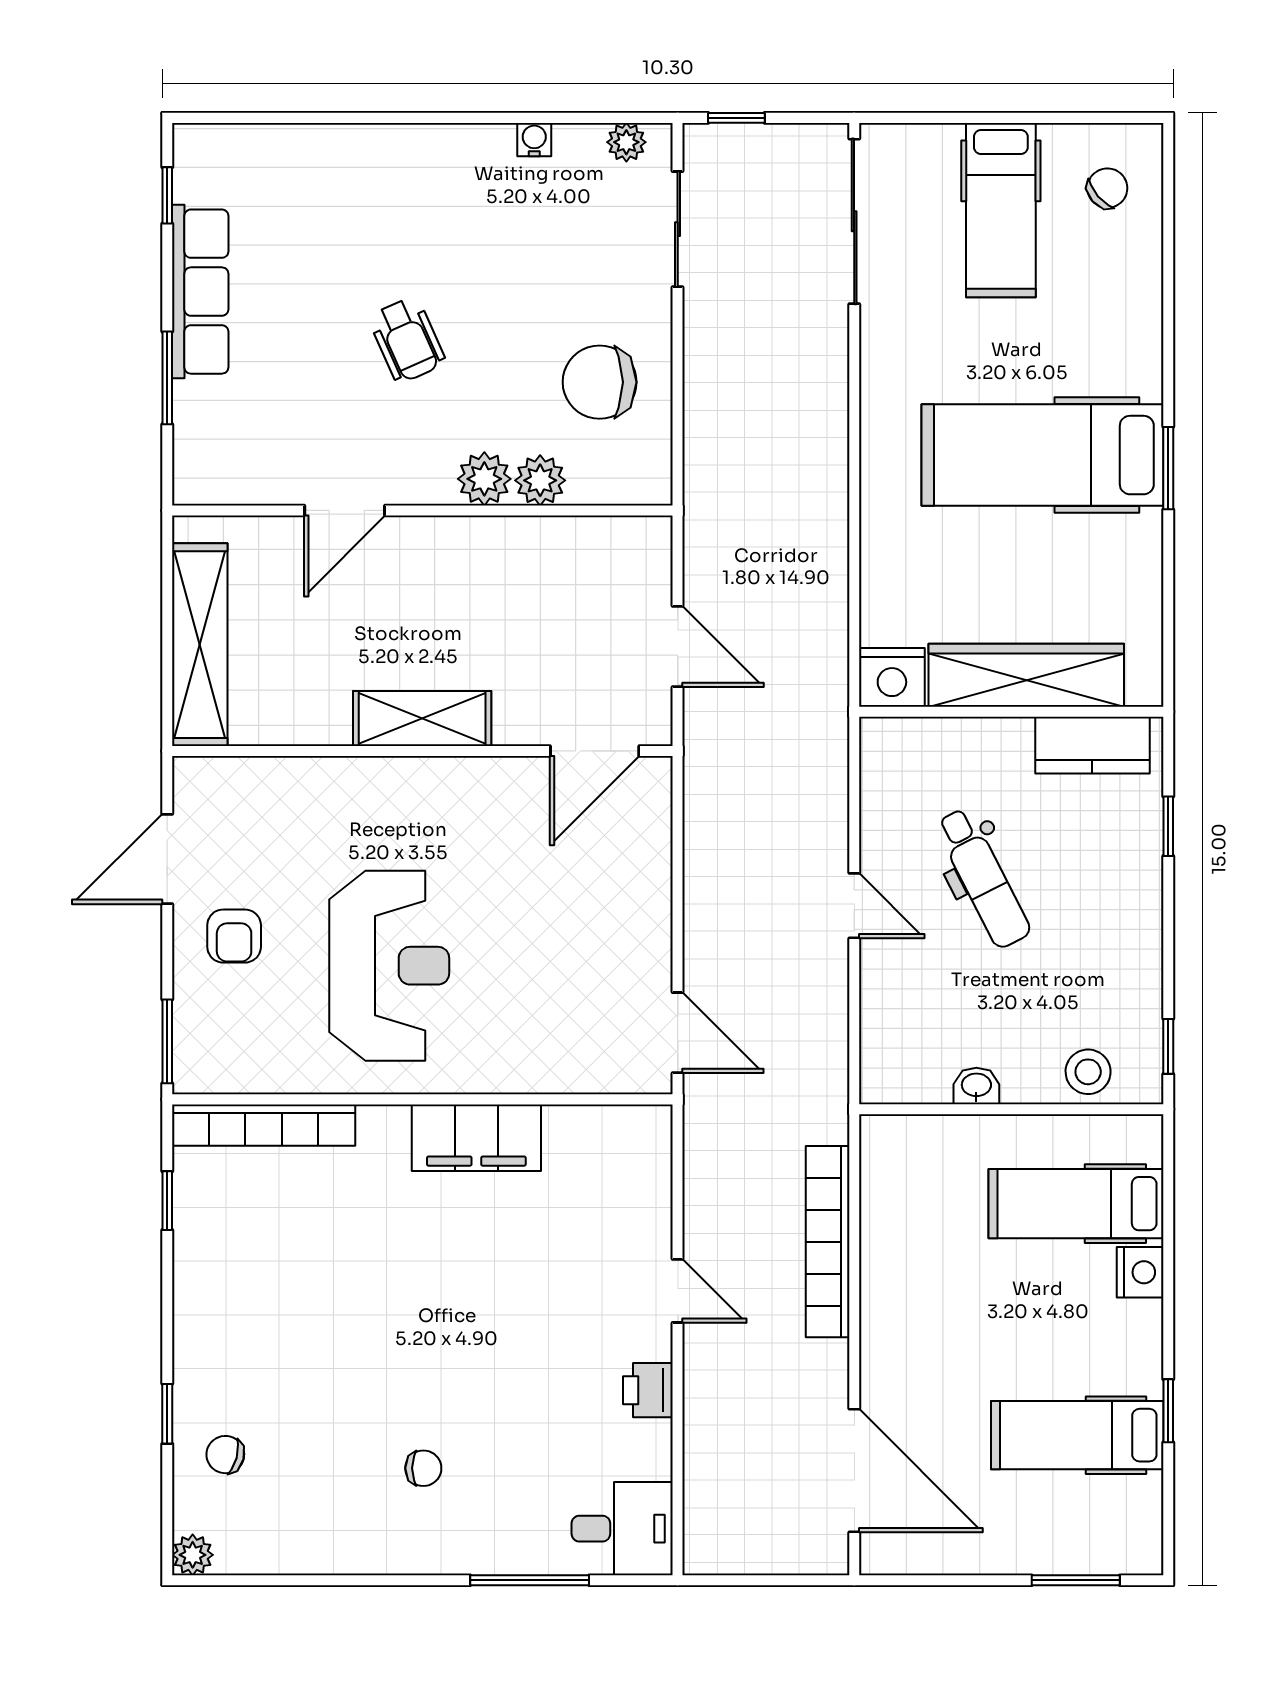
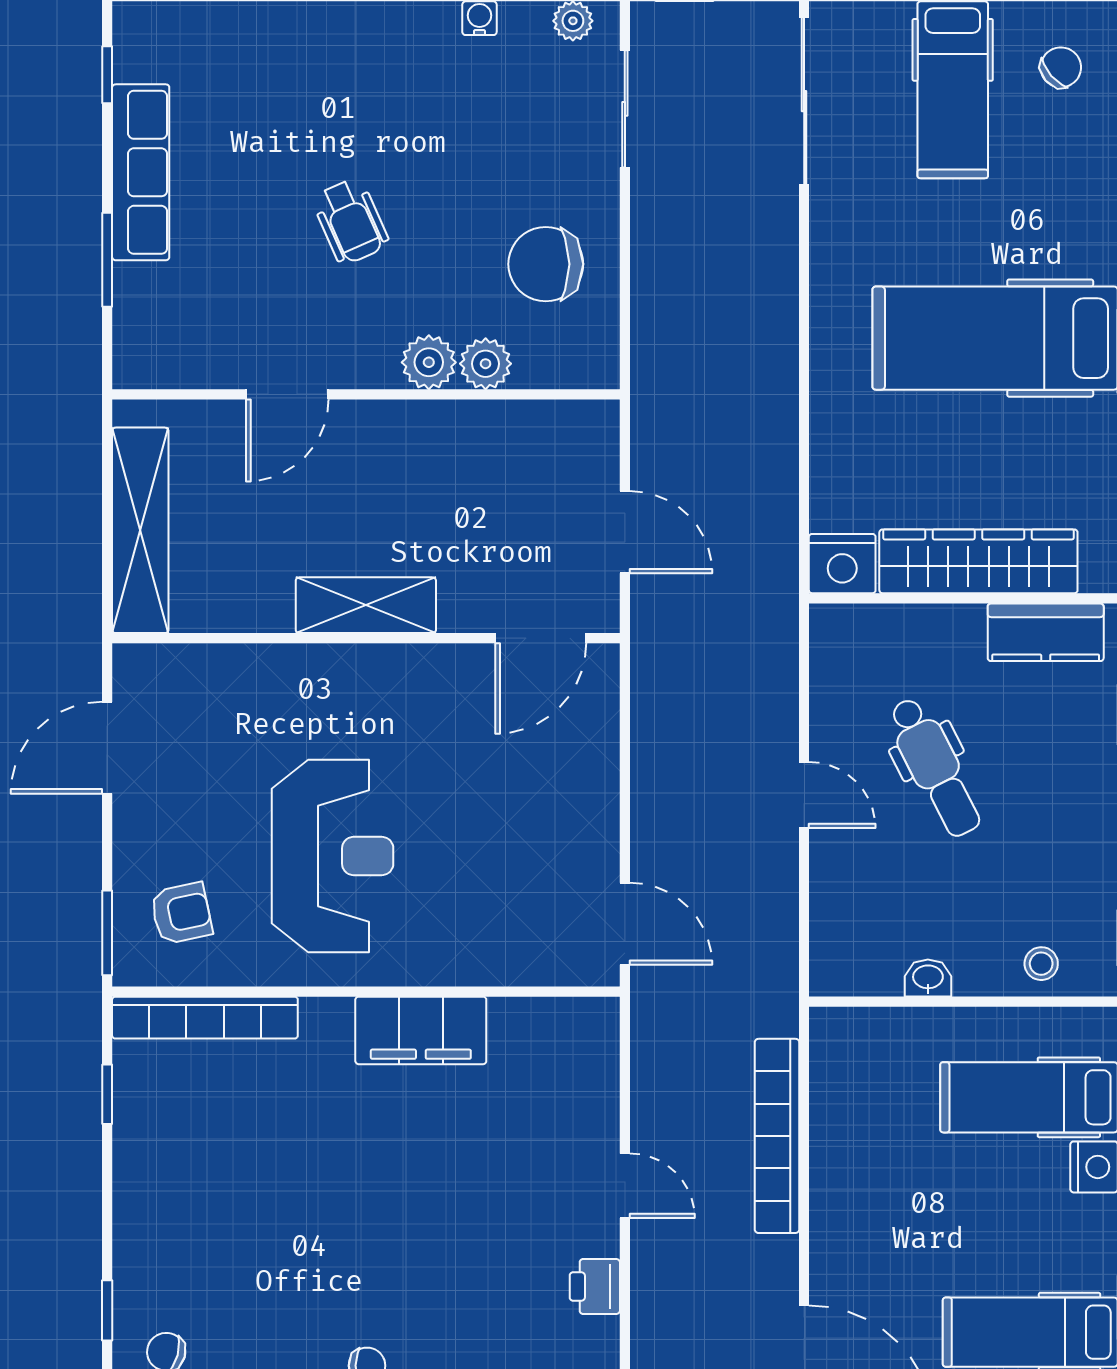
armchair: (234, 936) -> (181, 913), moved, turned -102
stool: (1088, 1072) -> (1041, 964), width x0.73, depth x0.73

